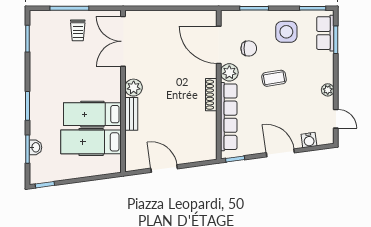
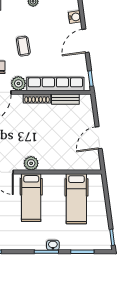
hospital bed: (92, 114) -> (31, 198), moved
bench: (131, 114) -> (65, 99), moved
washbasin: (35, 147) -> (53, 245), moved

